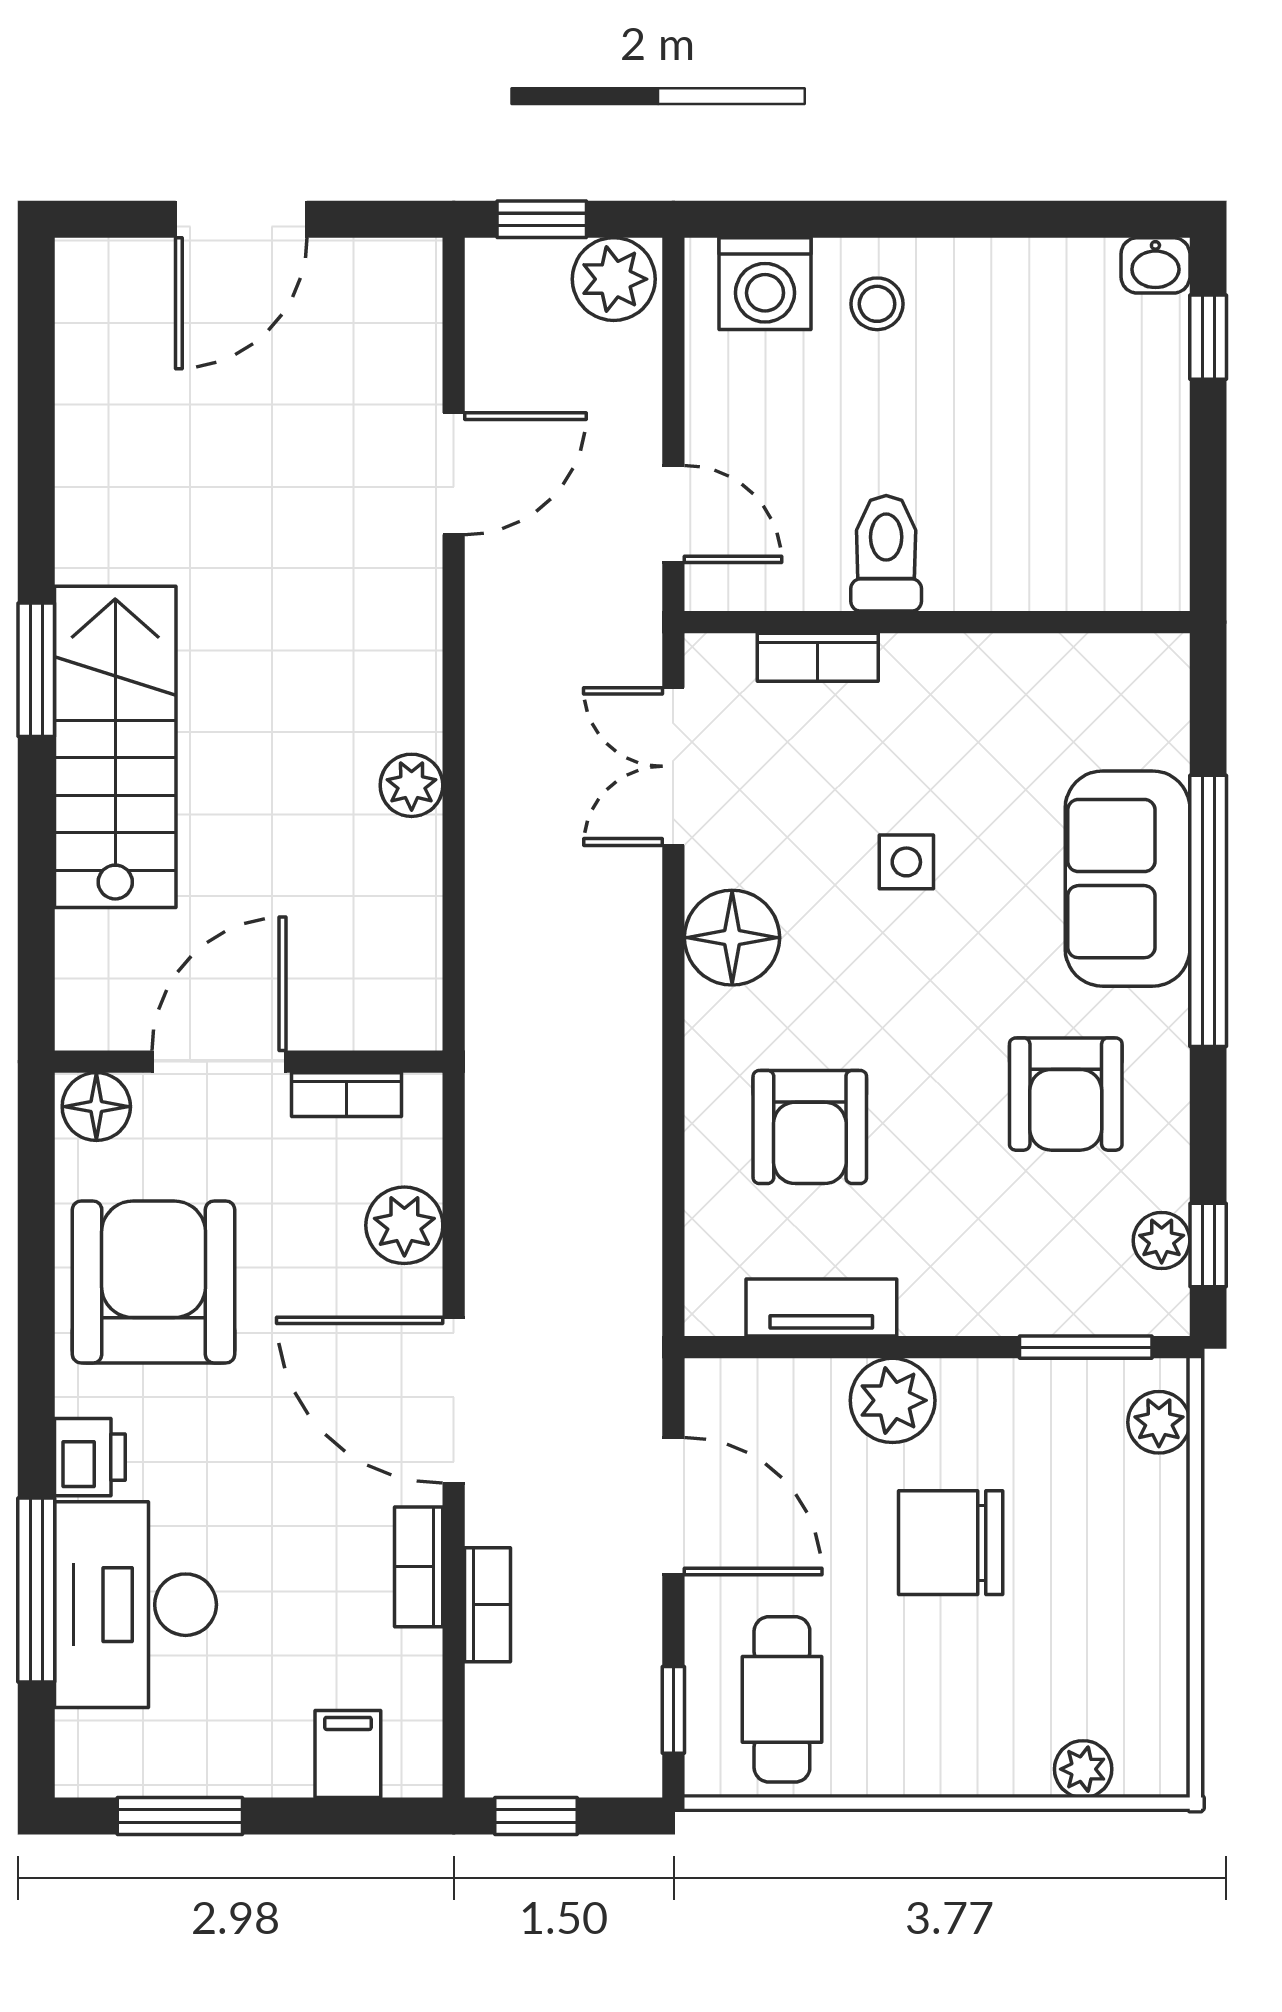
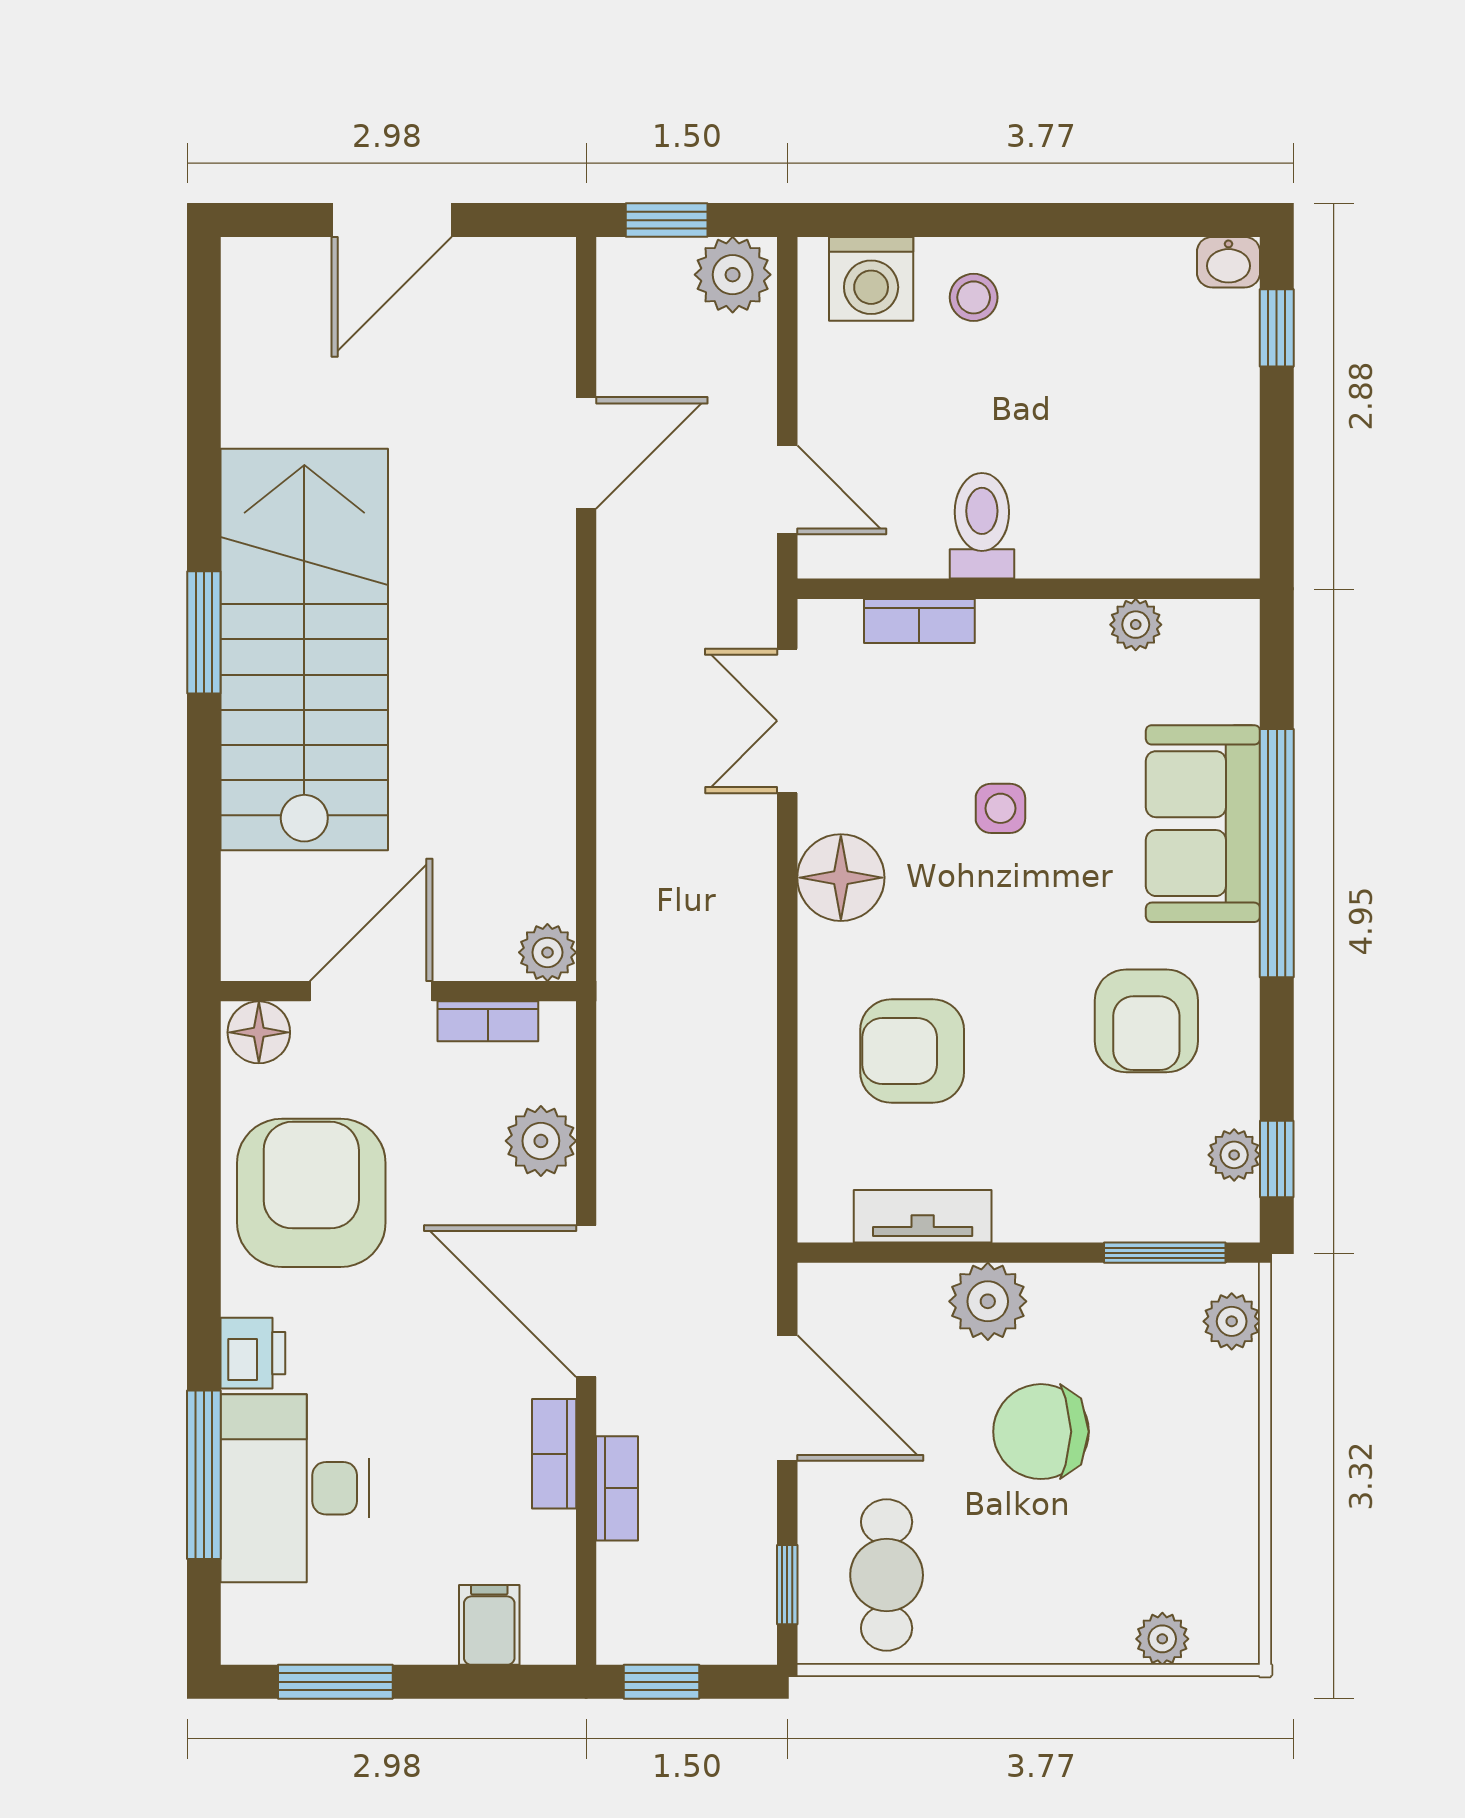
plant: (1054, 661) -> (1136, 625), added
stairs: (115, 747) -> (304, 649), width x1.36, depth x1.51
plant: (412, 785) -> (547, 952), moved
armchair: (810, 1127) -> (912, 1051), turned 90

